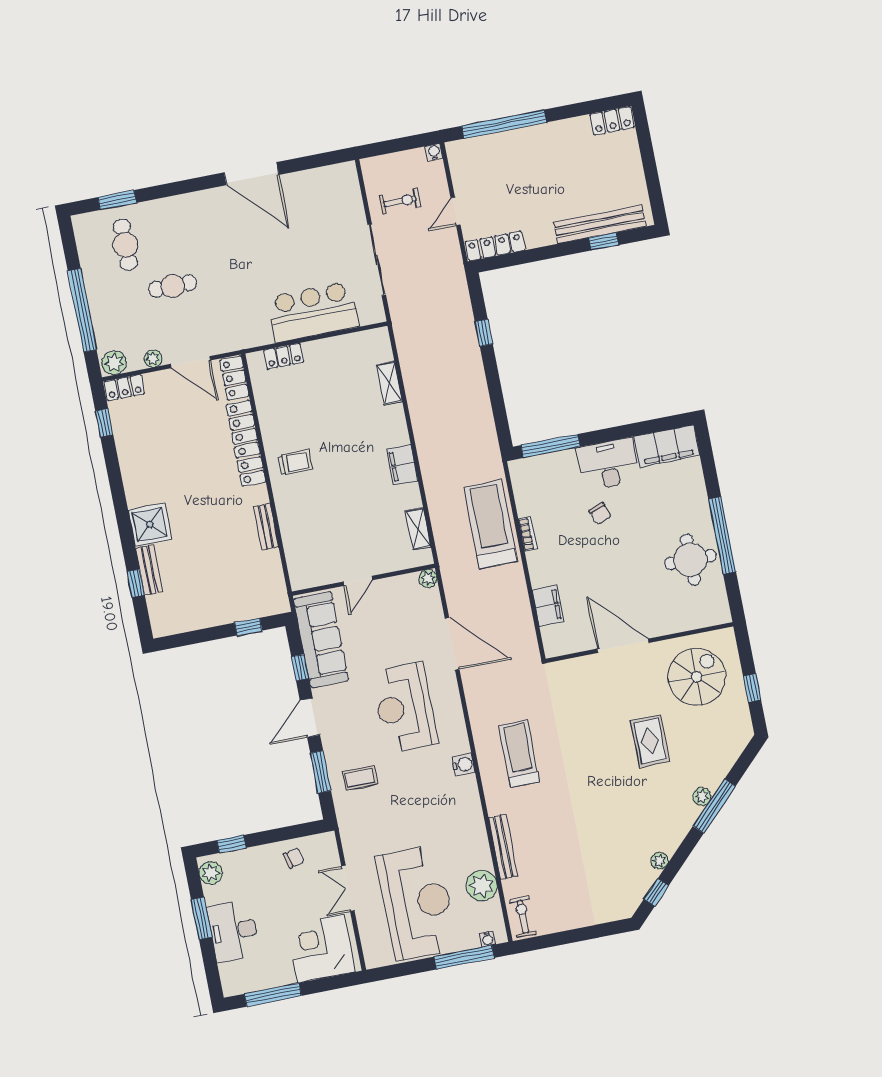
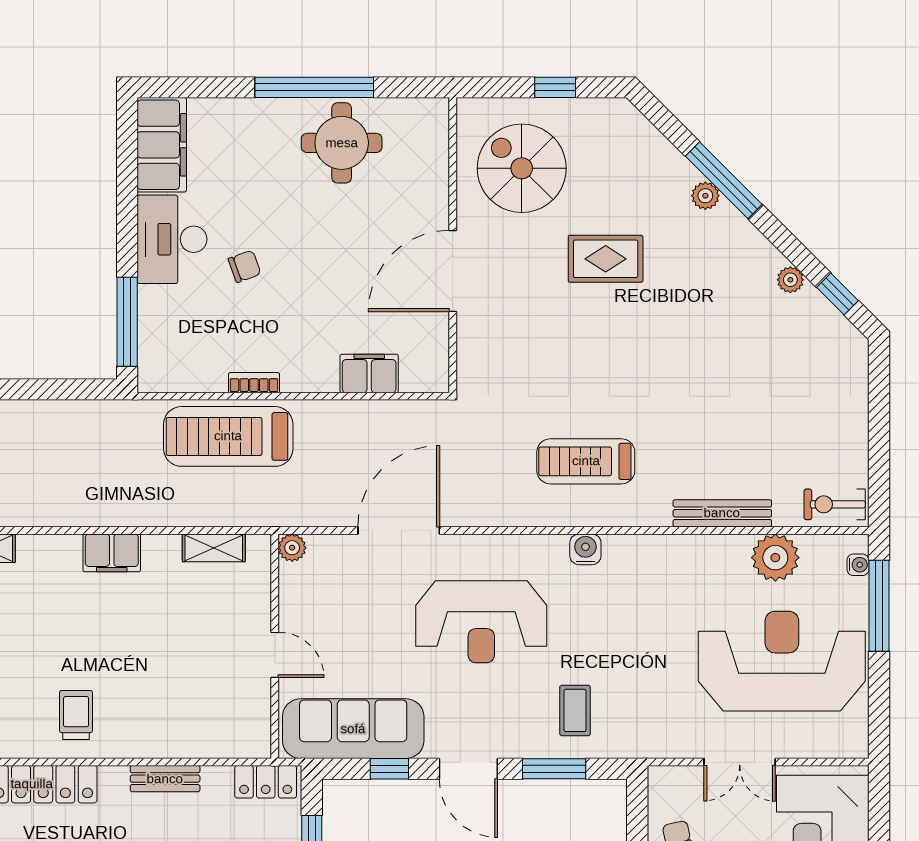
locker: (276, 591) -> (266, 782), added

